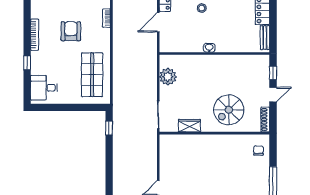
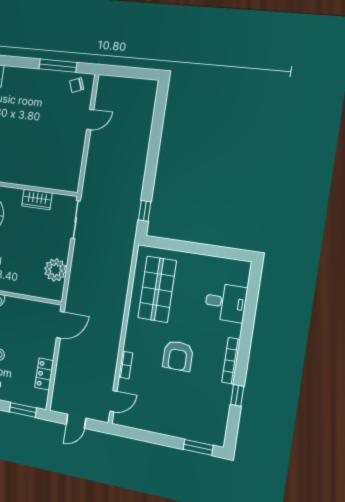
door: (158, 22) -> (60, 325), moved
window: (27, 63) -> (237, 395), moved
desk: (44, 88) -> (226, 302), moved

